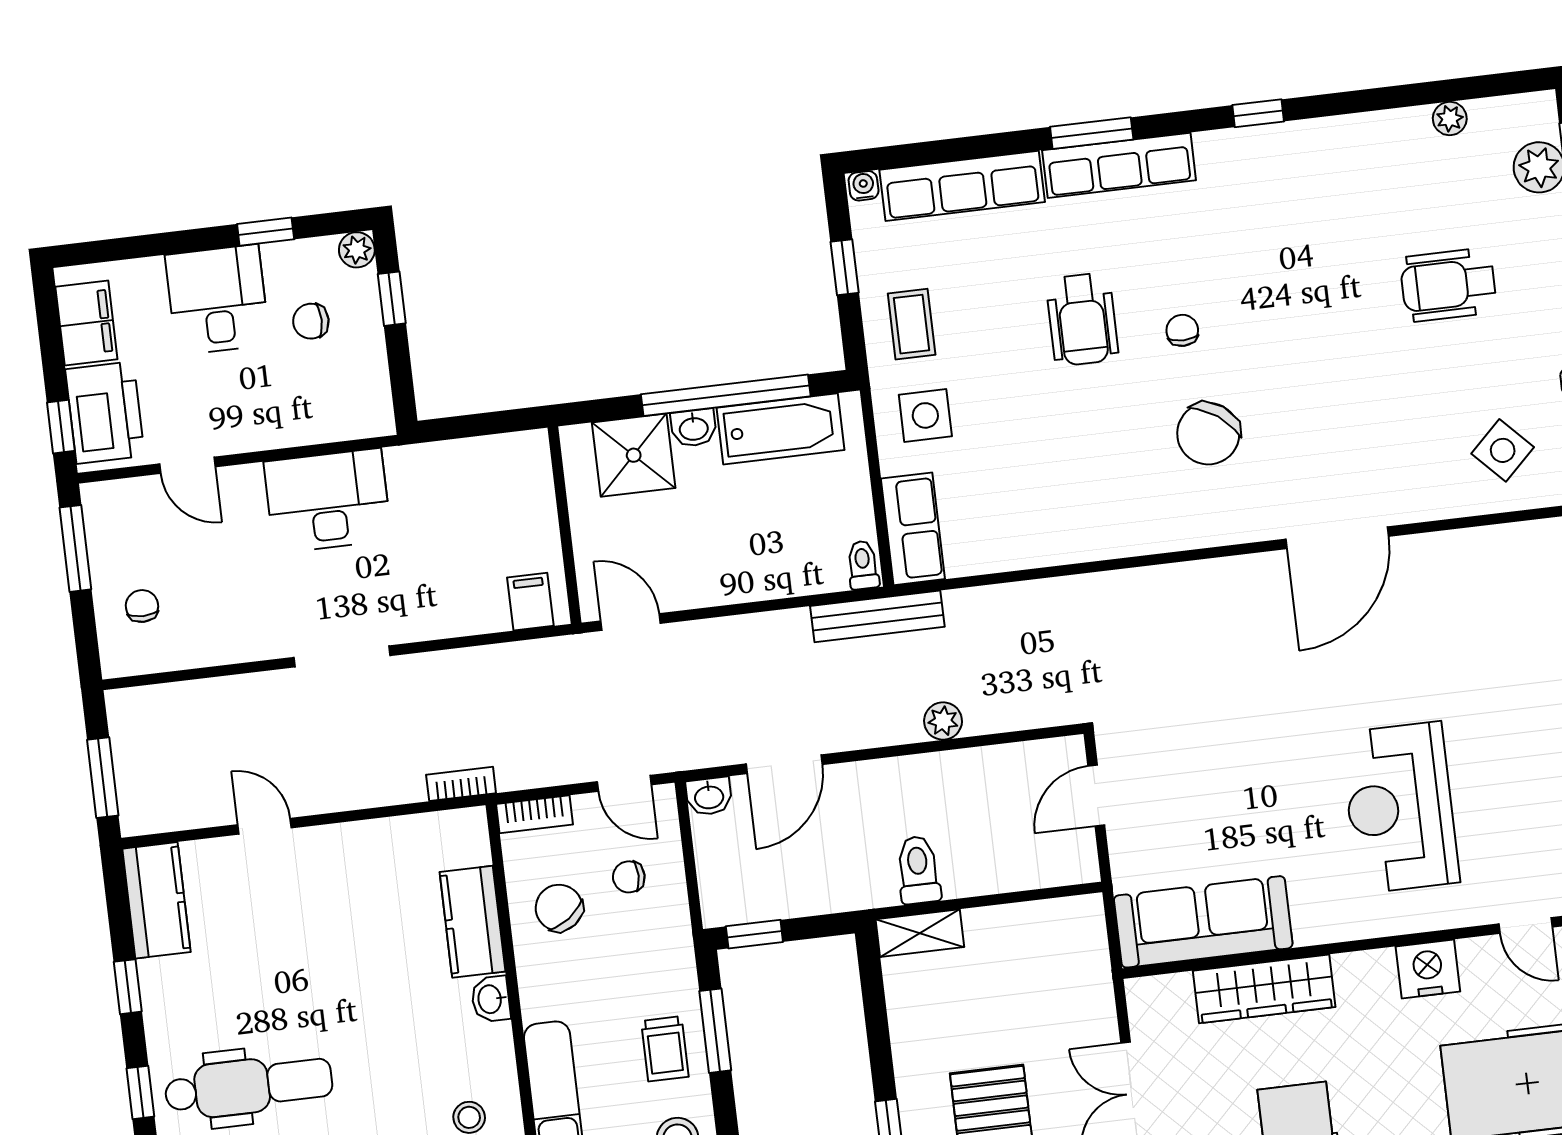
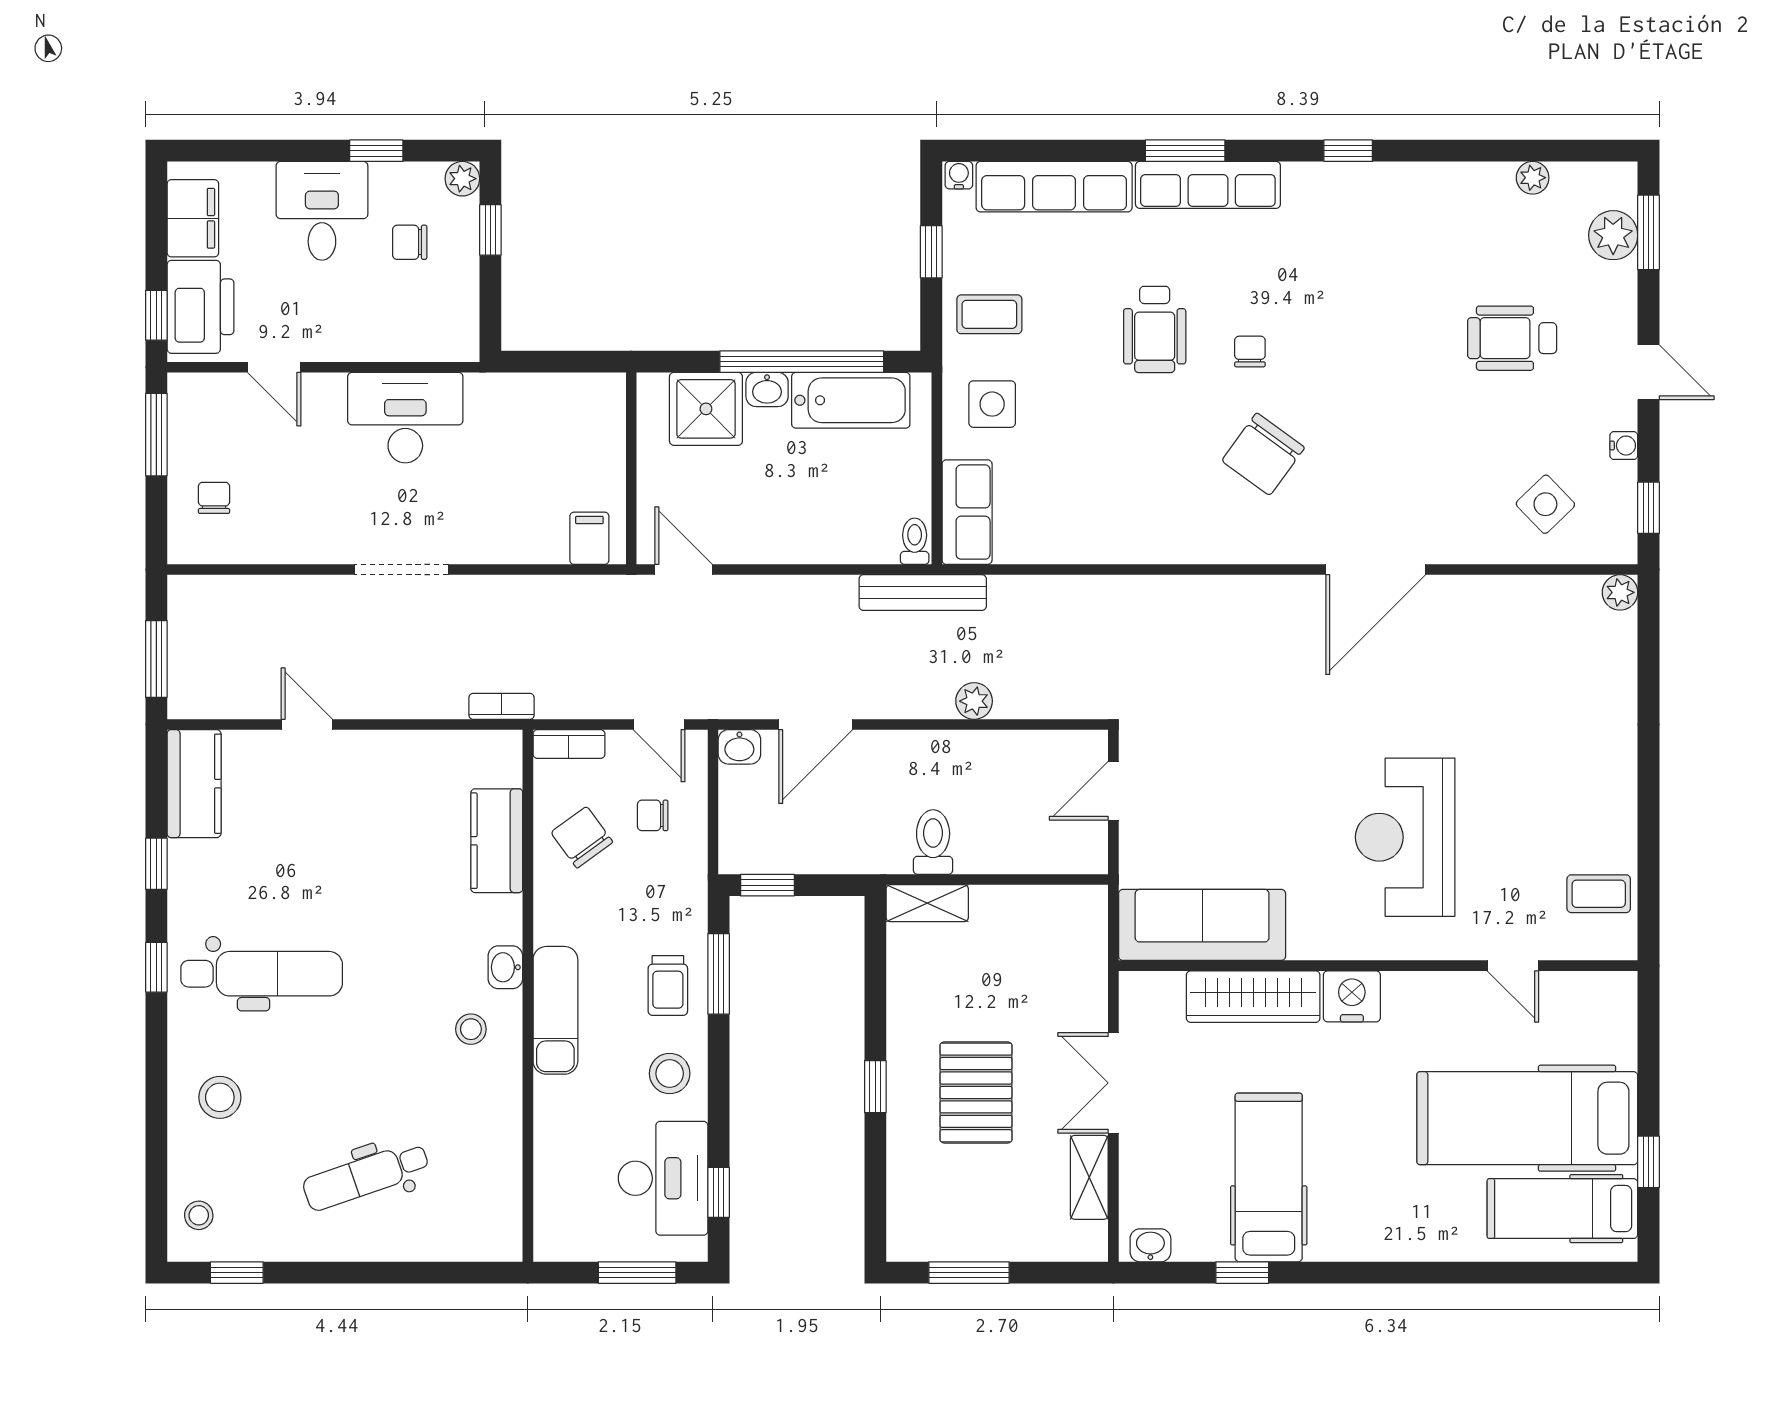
coffee table: (912, 324) -> (989, 314), turned 90
nightstand: (1428, 969) -> (1352, 996), moved
washbasin: (491, 999) -> (505, 967), moved

